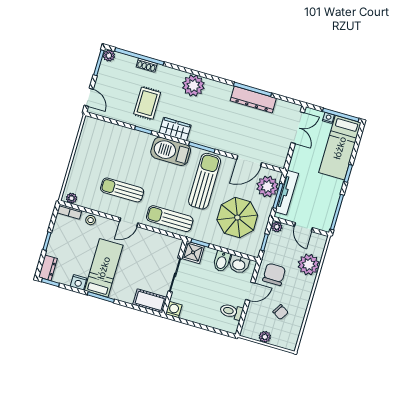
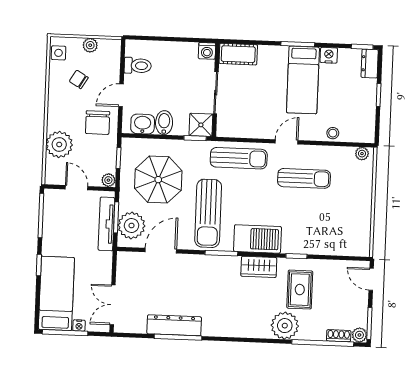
shoe rack: (147, 65) -> (339, 336), moved
plant: (193, 86) -> (285, 326), moved
bookcase: (69, 212) -> (360, 137), removed
side table: (291, 337) -> (58, 53), added

